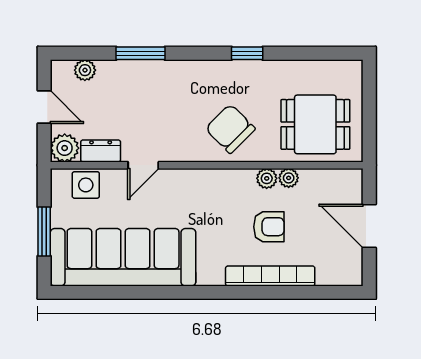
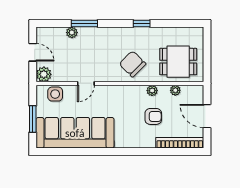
plant: (85, 70) -> (72, 33), moved
dresser: (101, 151) -> (63, 76), removed
plant: (289, 178) -> (175, 90), moved
bookcase: (270, 276) -> (180, 143), moved

